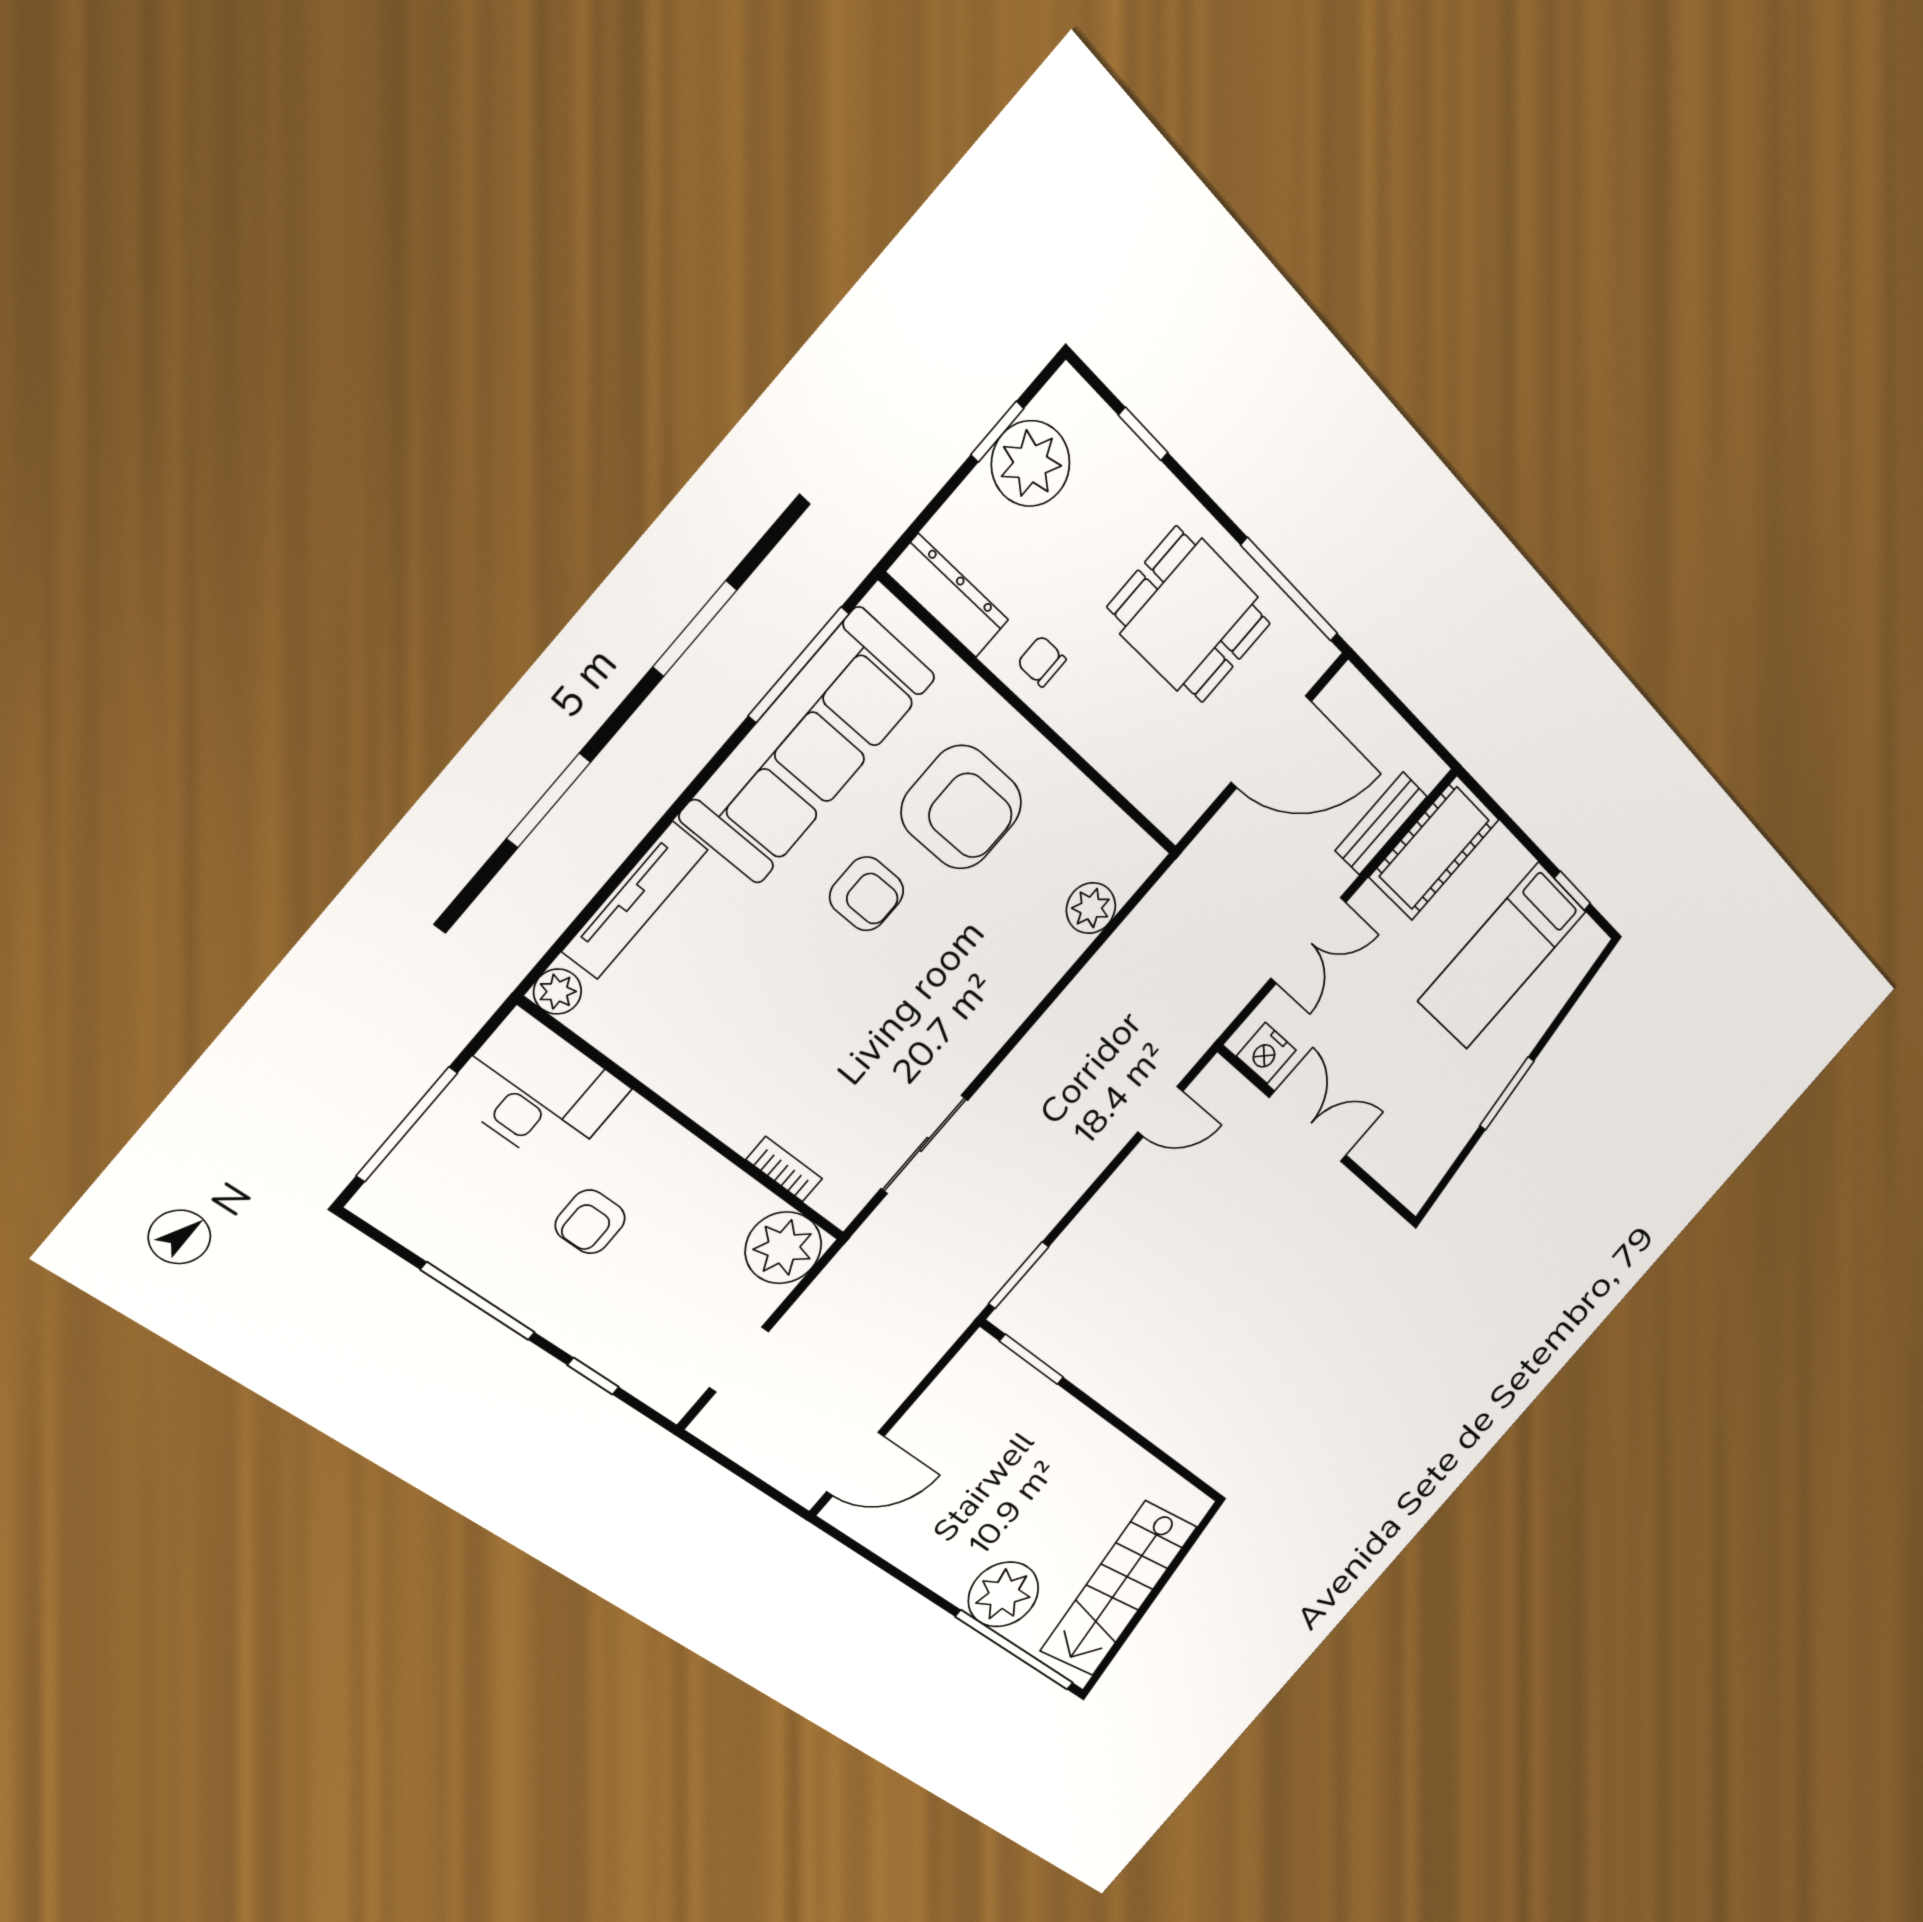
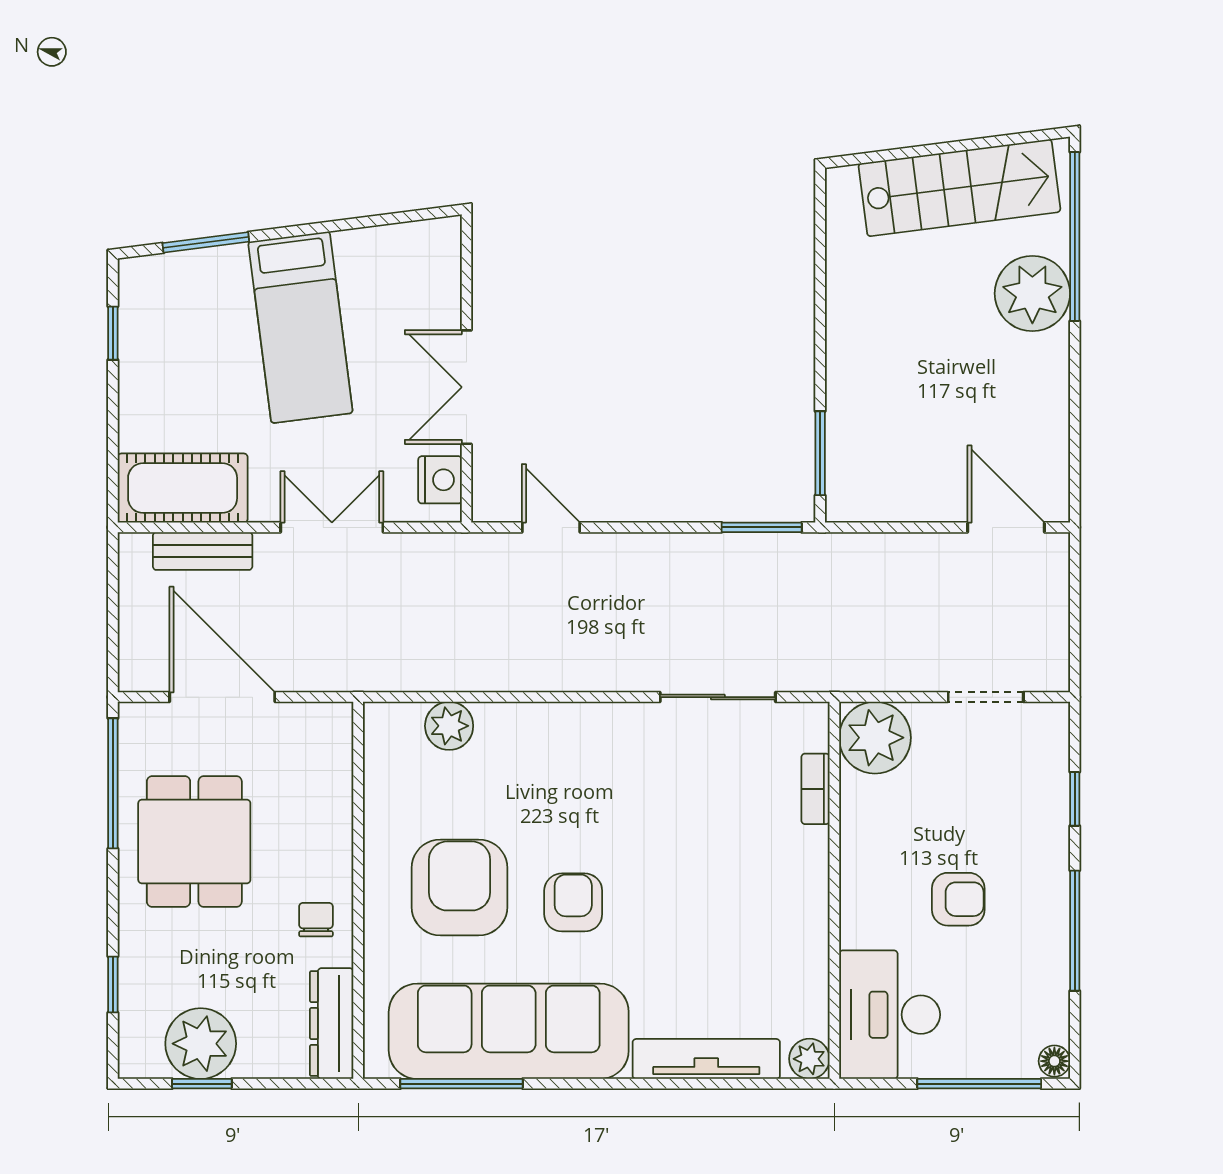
chair: (1042, 661) -> (316, 920), turned 180
bed: (1502, 956) -> (300, 327), moved, turned 83
window: (1507, 1093) -> (206, 242), moved
floor lamp: (372, 1205) -> (1054, 1061), added

